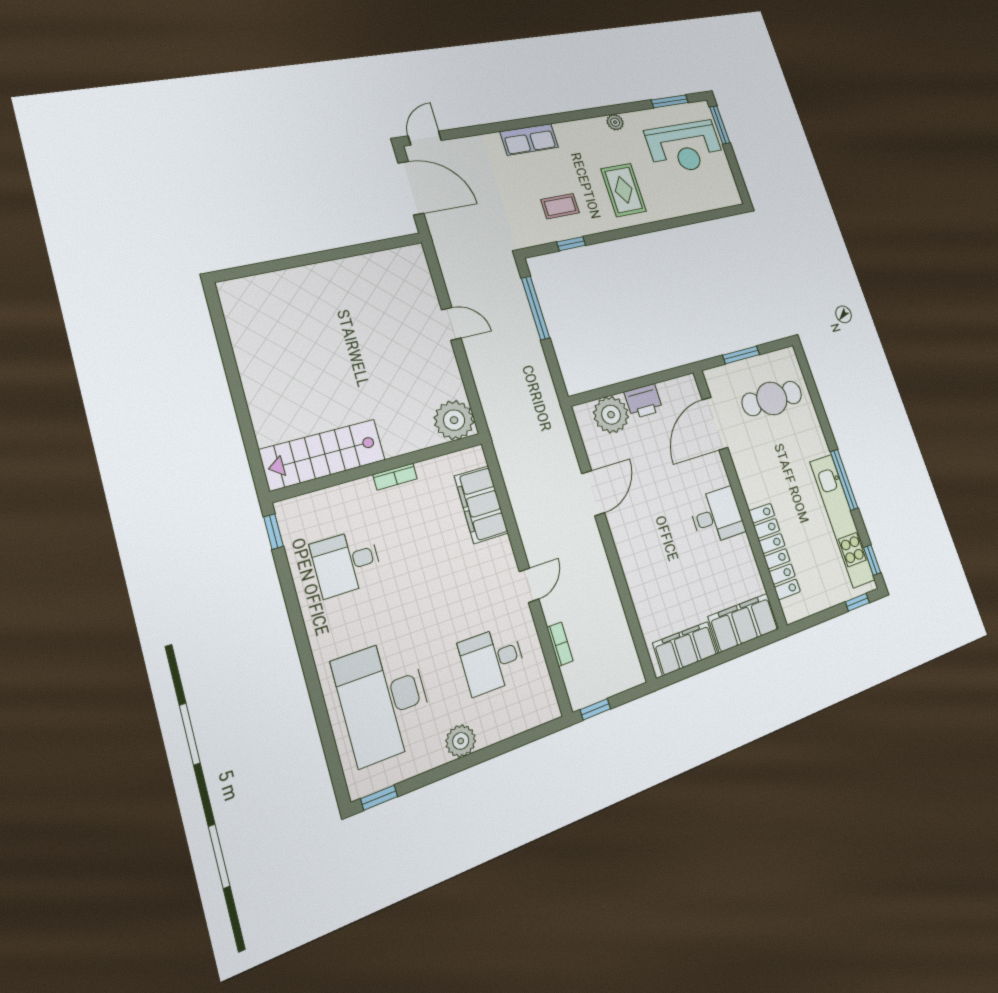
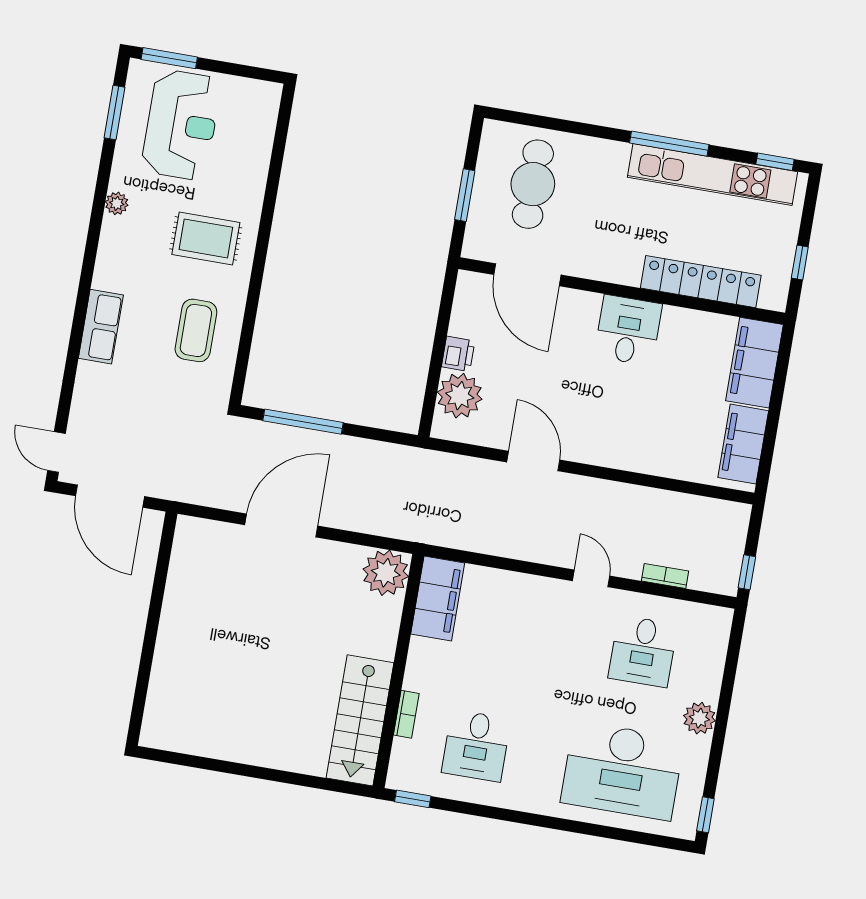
door: (411, 188) -> (110, 496), swing flipped
coffee table: (560, 206) -> (196, 330), width x1.36, depth x1.30
window: (571, 244) -> (246, 340), removed
door: (451, 324) -> (281, 525), width x1.88
printer: (644, 401) -> (458, 354), width x0.73, depth x0.81
bookcase: (395, 477) -> (406, 714), moved
filing cabinet: (481, 505) -> (438, 598), moved, turned -90
window: (857, 602) -> (800, 263), moved

